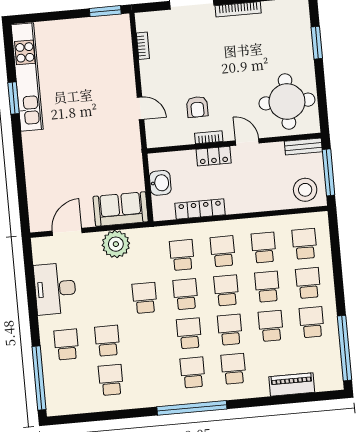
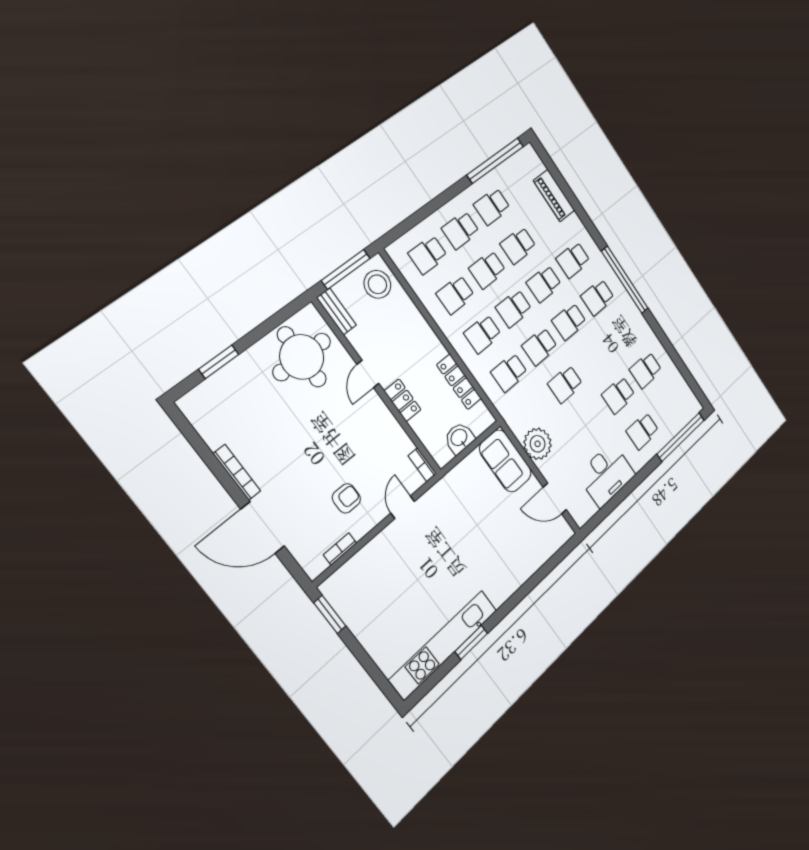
armchair: (197, 107) -> (346, 498), moved
bookcase: (209, 137) -> (422, 465), moved

